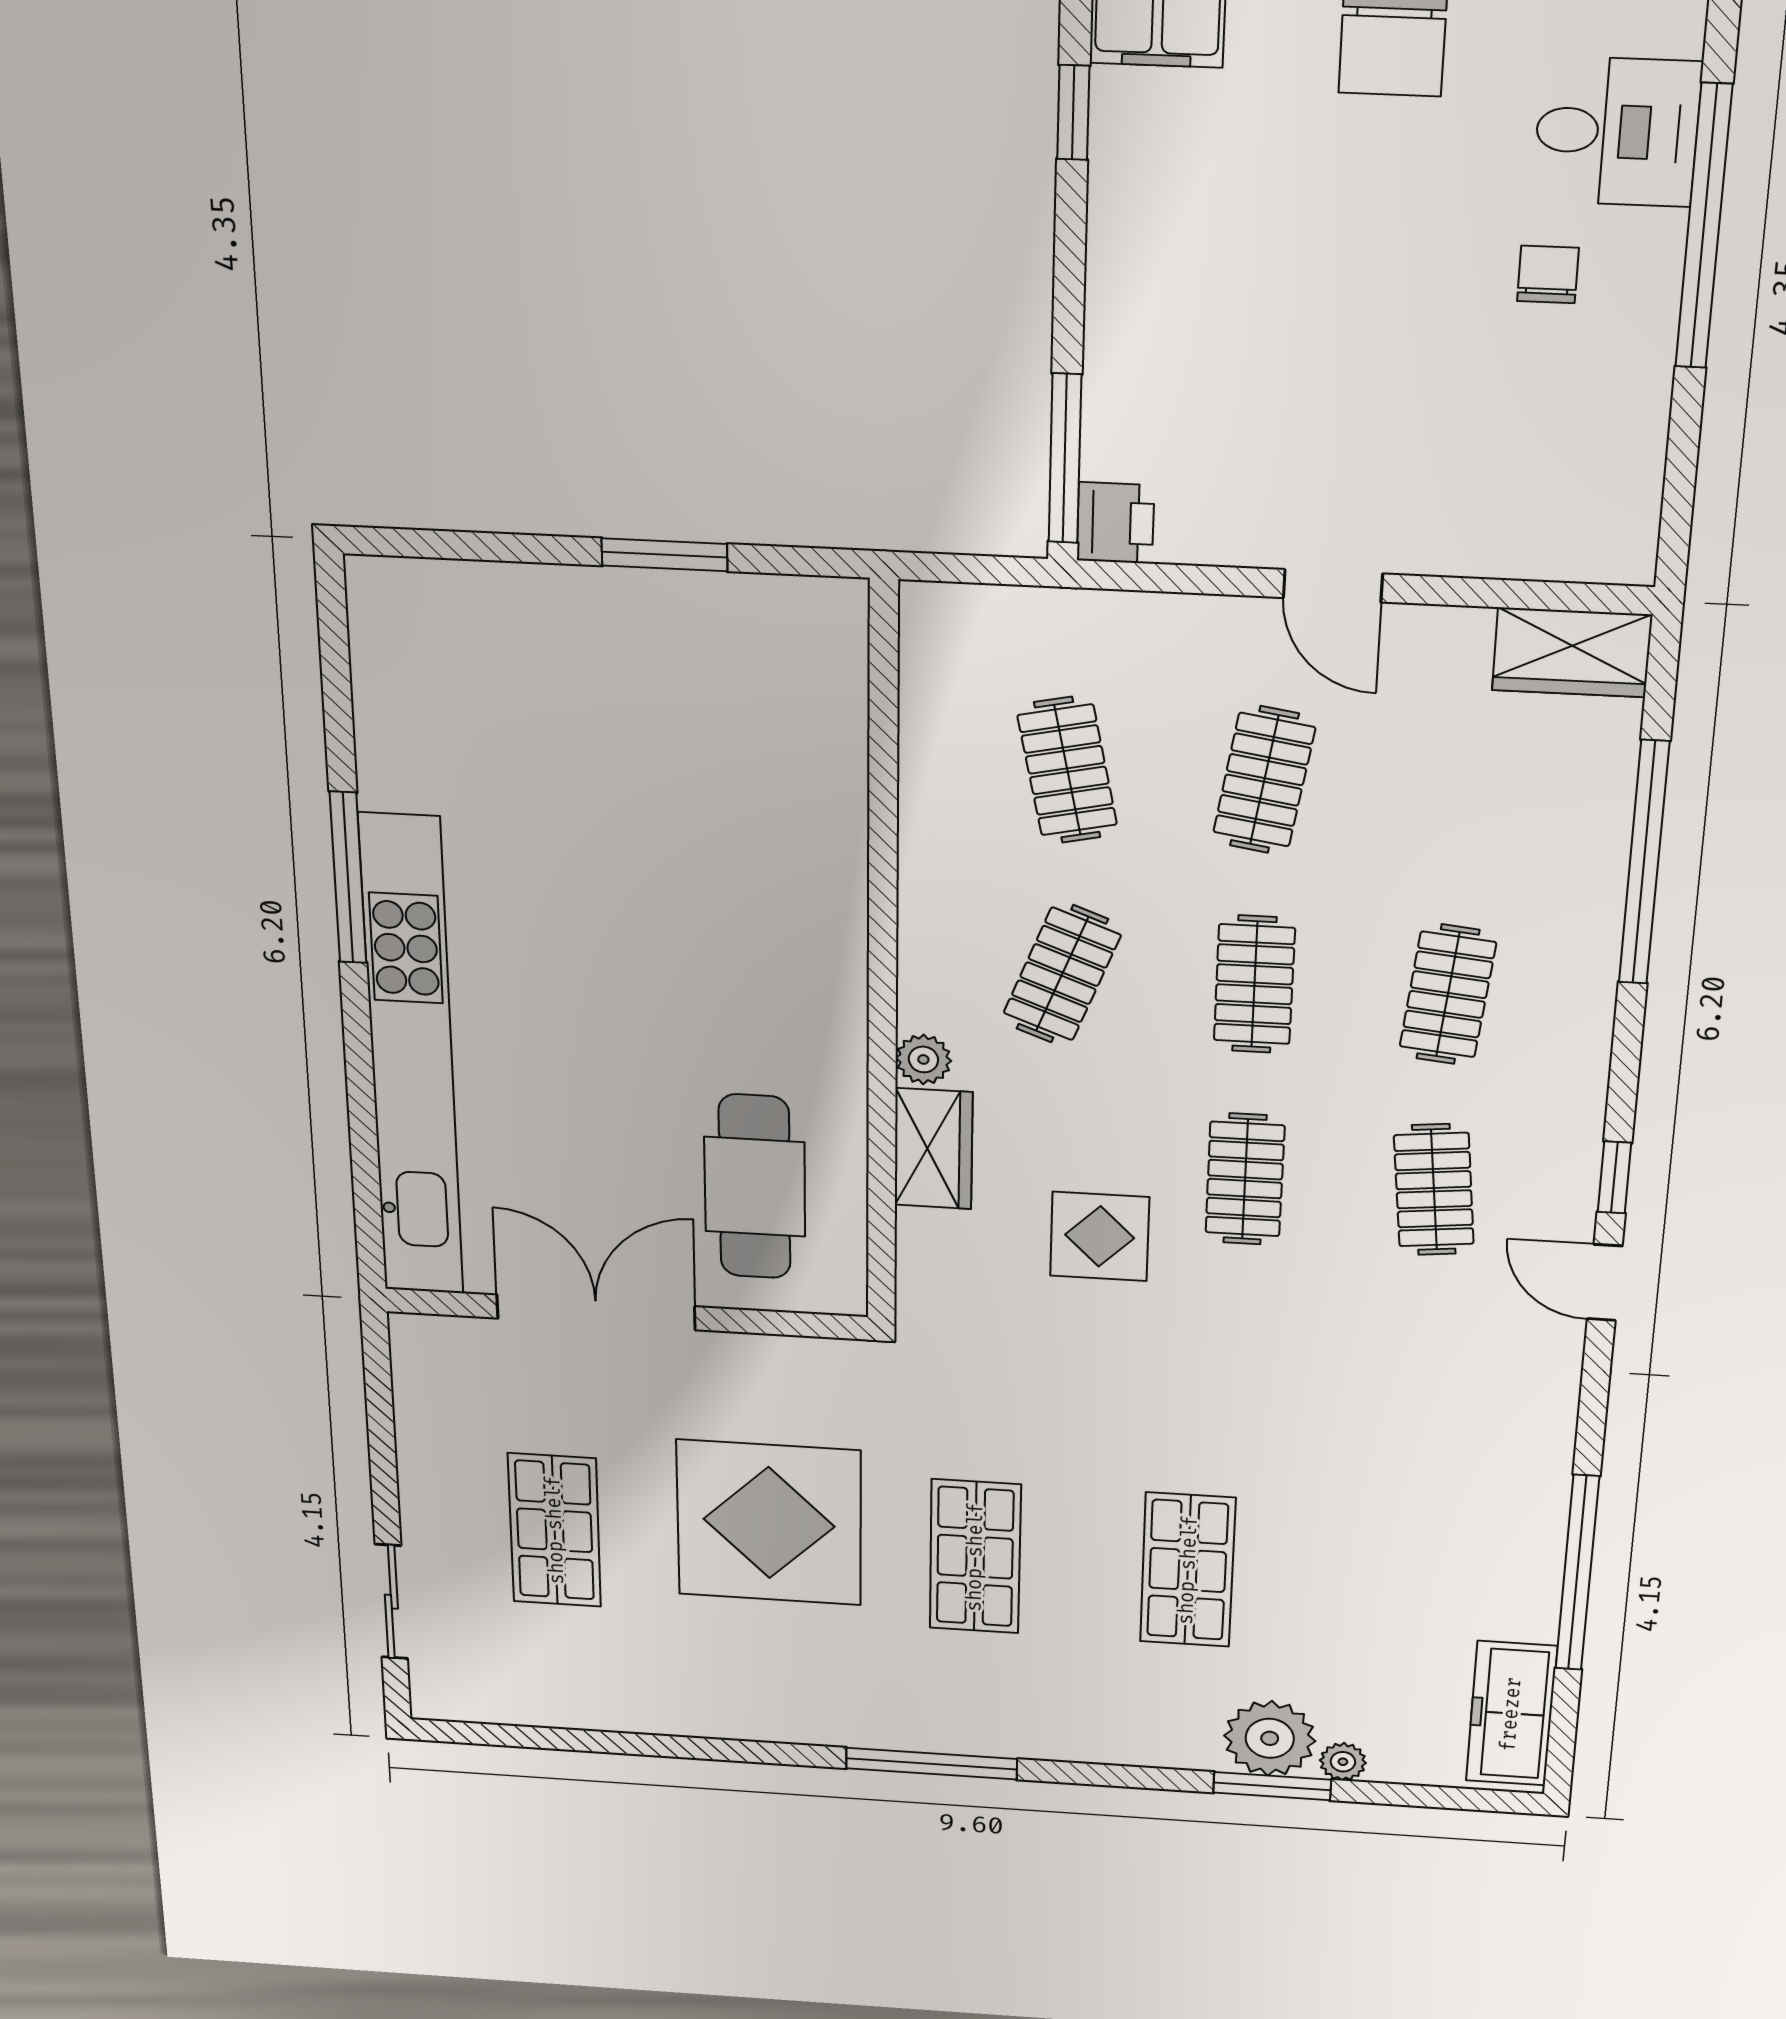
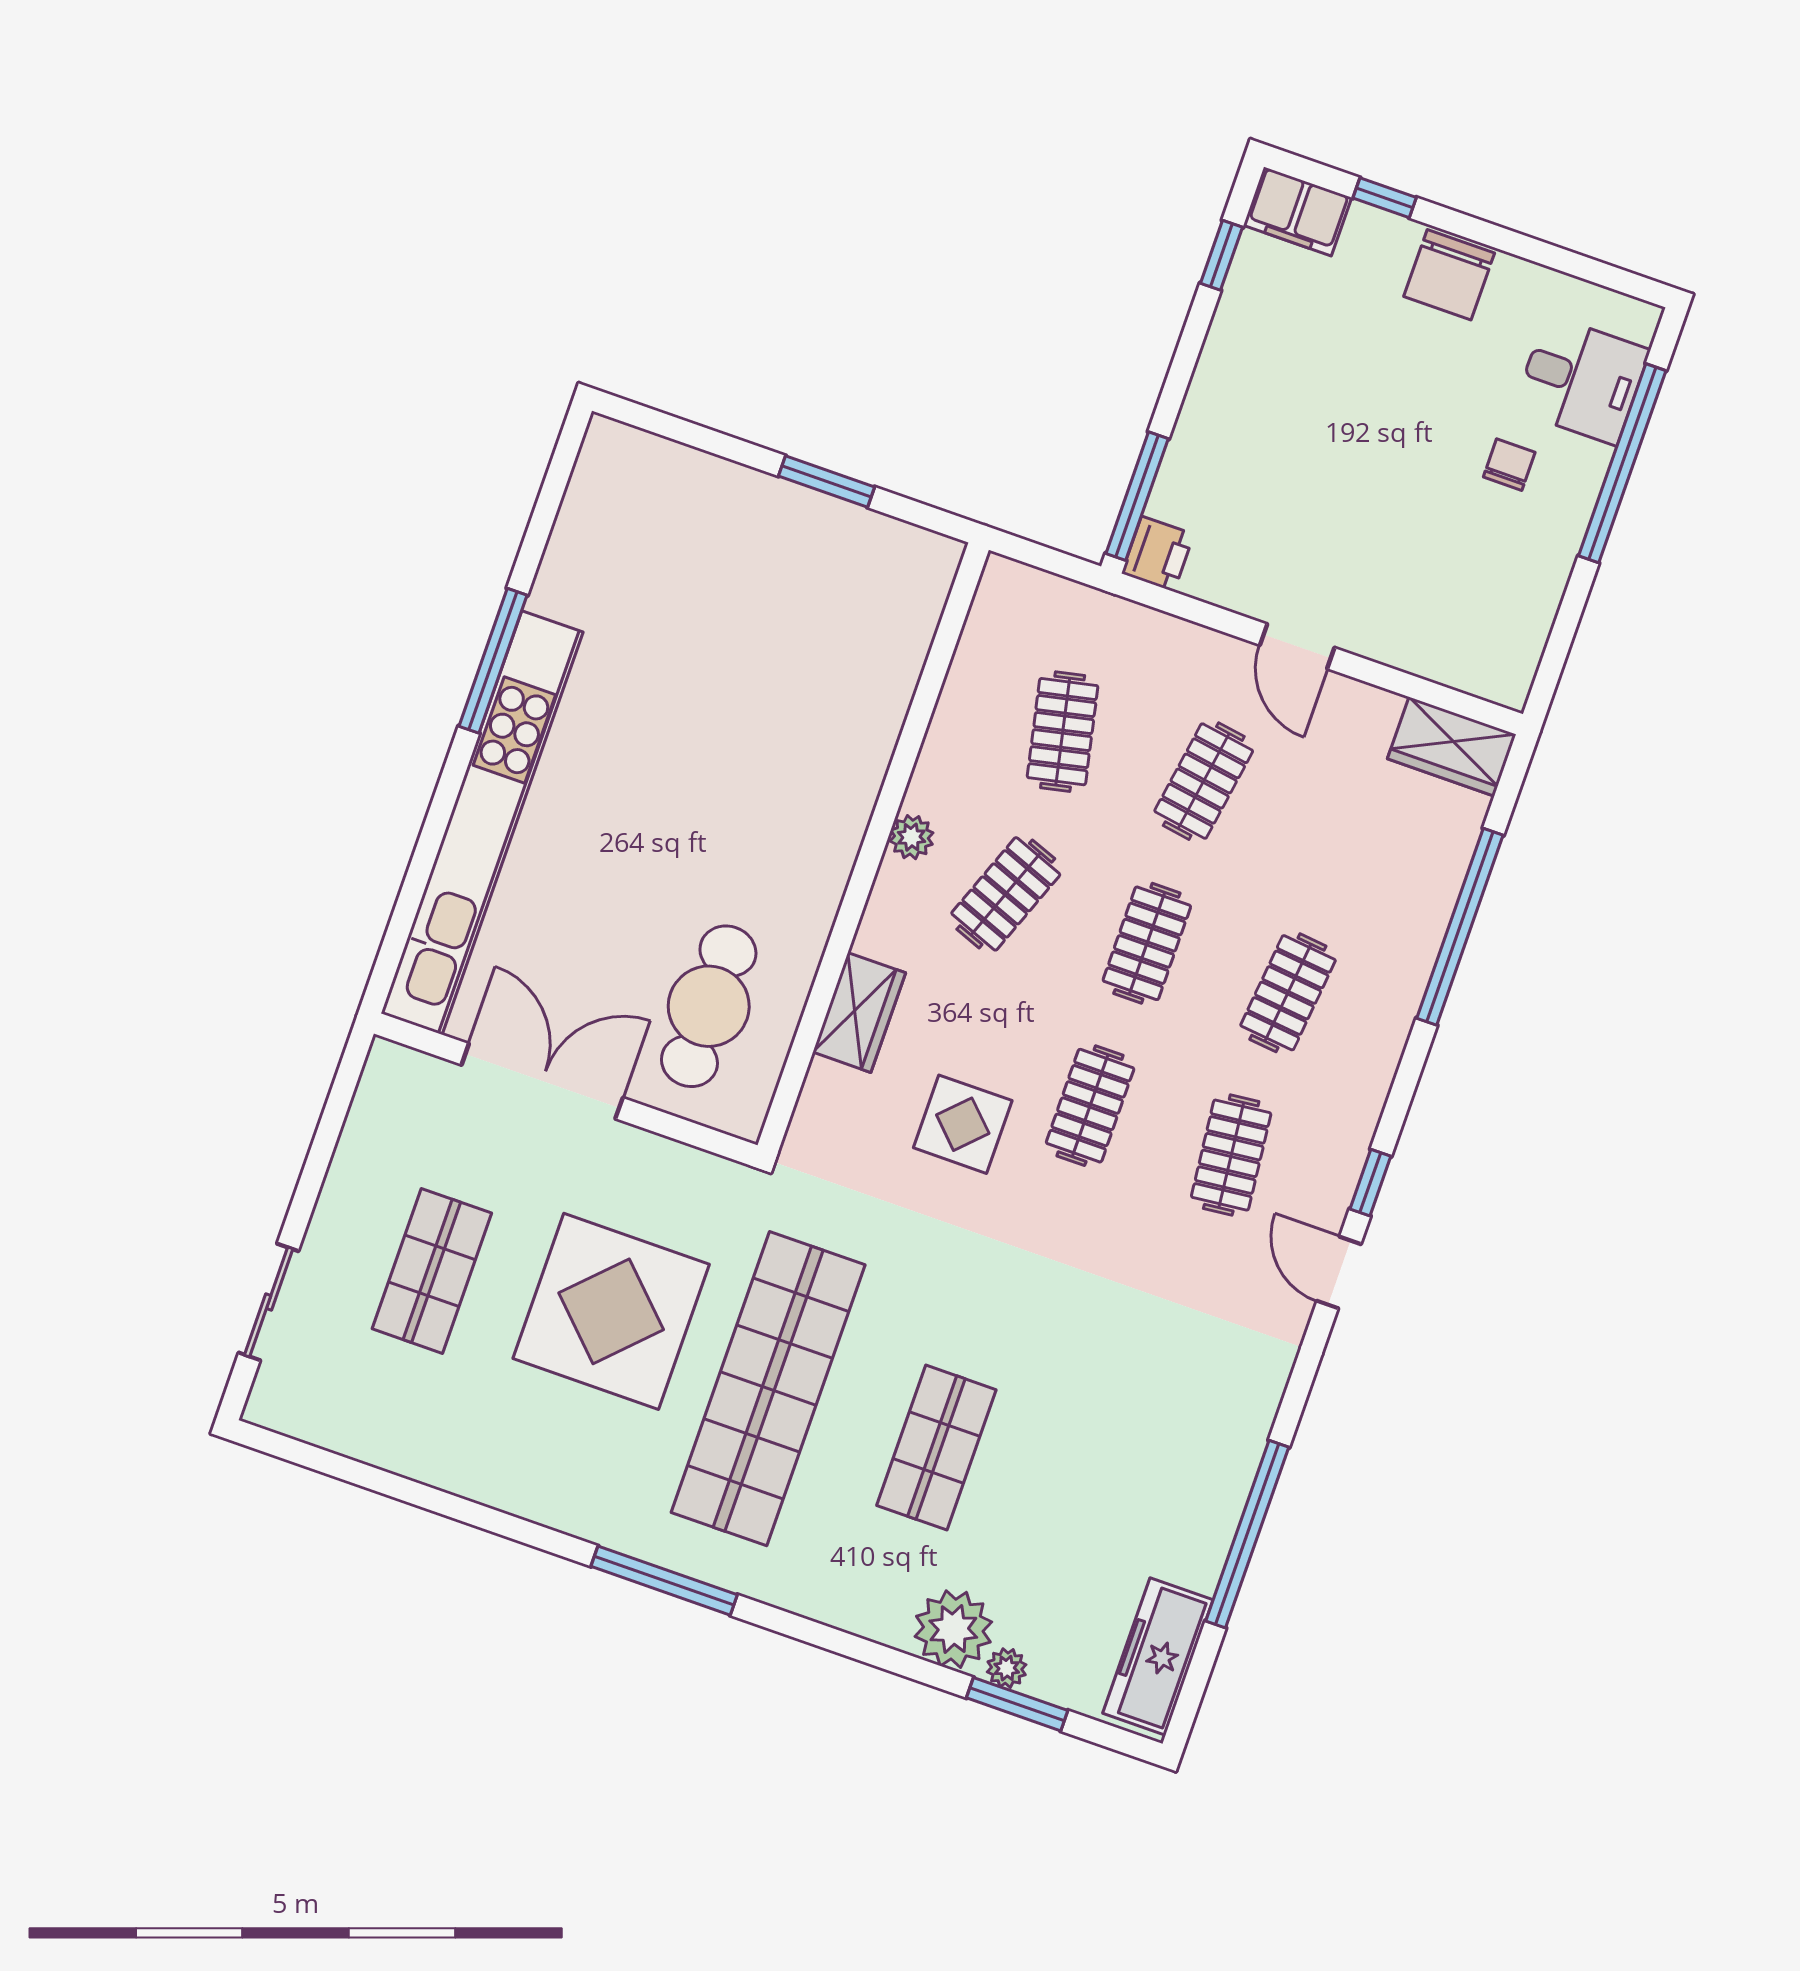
plant: (923, 1059) -> (911, 837), moved
shop shelf: (975, 1557) -> (768, 1389), width x2.00, depth x1.36
window: (1272, 1786) -> (1017, 1704), moved

